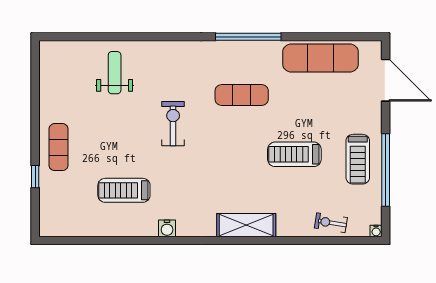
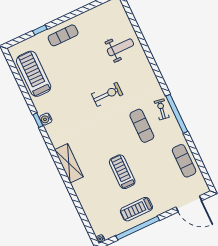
exercise mat: (321, 58) -> (184, 161), width x0.73, depth x0.69
door: (386, 80) -> (189, 204), hinge flipped
treadmill: (124, 190) -> (34, 74), moved, width x1.37, depth x1.38
exercise bike: (331, 223) -> (162, 109), moved
window: (163, 241) -> (38, 120), added

